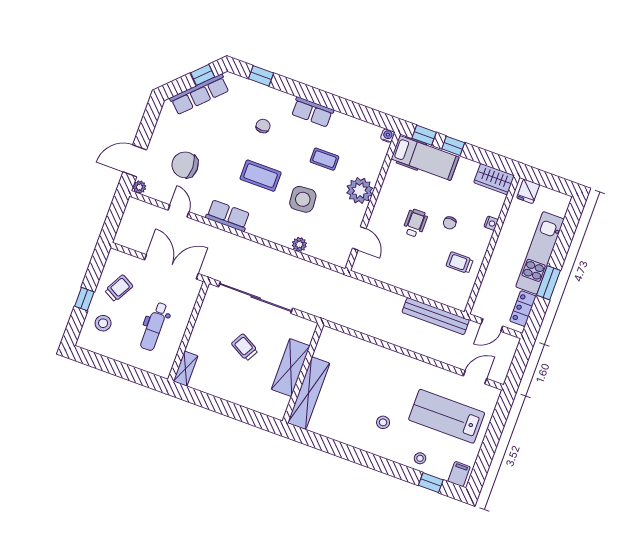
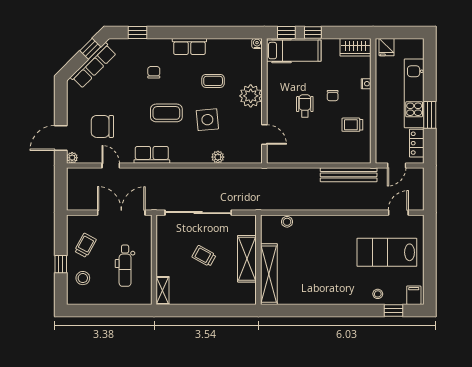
stool: (383, 422) -> (287, 222), moved

